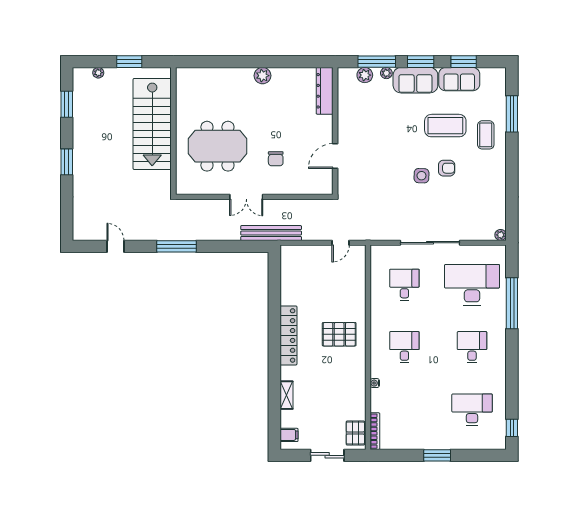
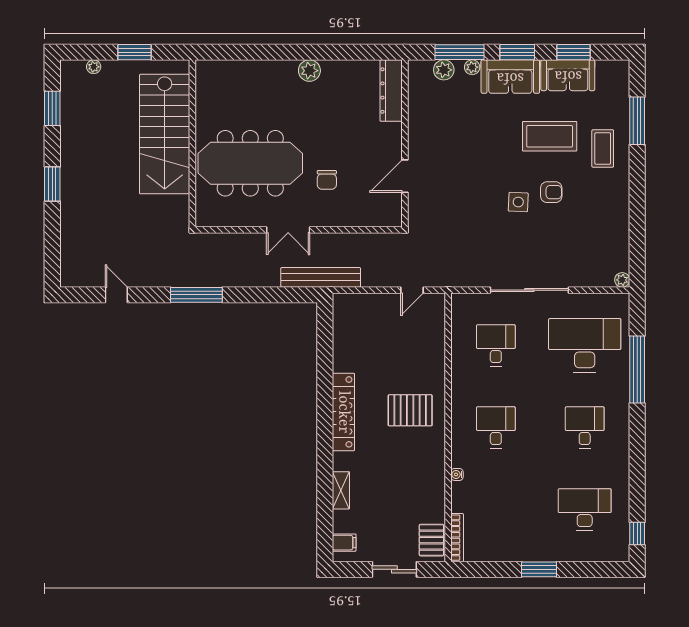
meeting table: (217, 146) -> (250, 163), width x1.36

